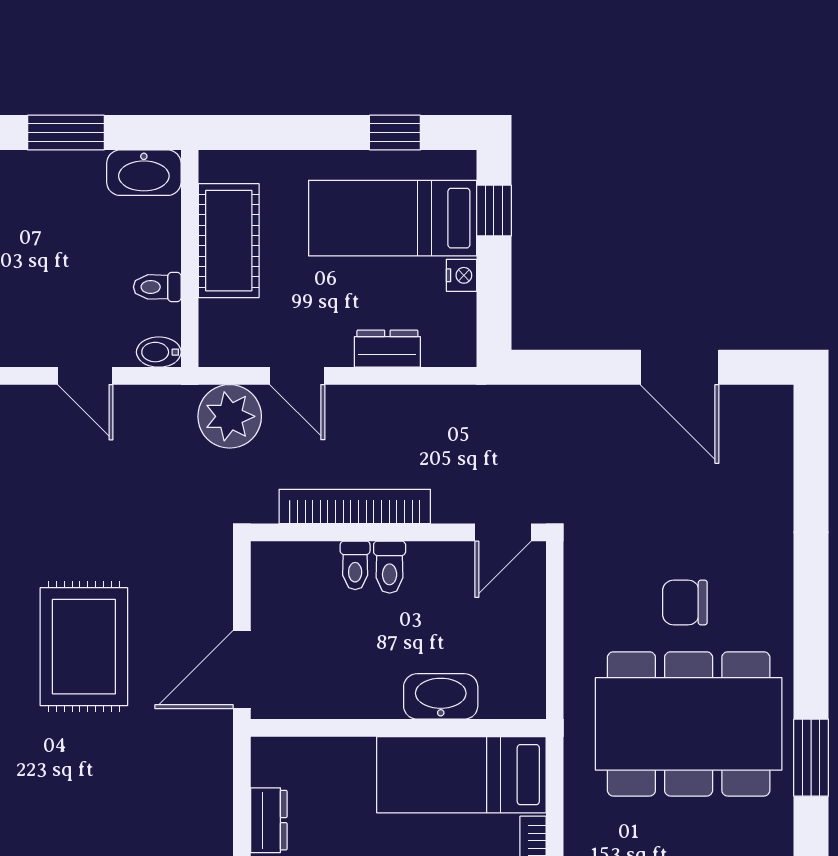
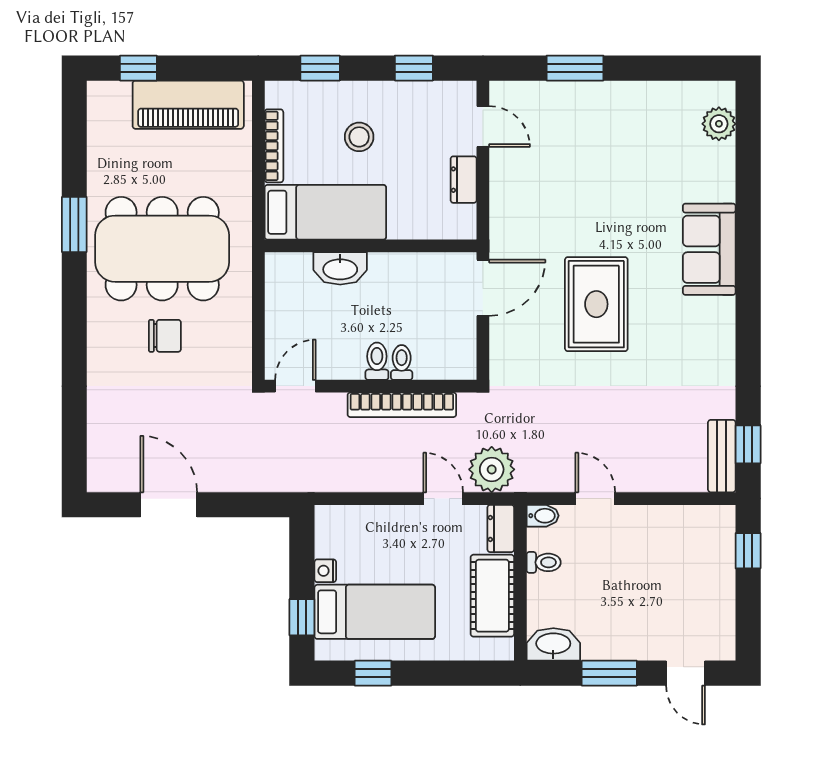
dresser: (387, 349) -> (501, 528), moved, turned 90

